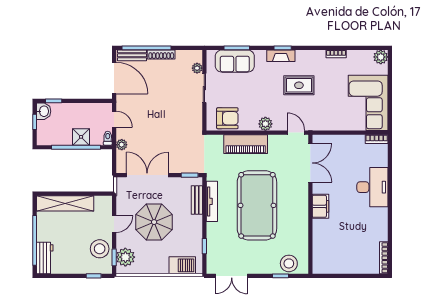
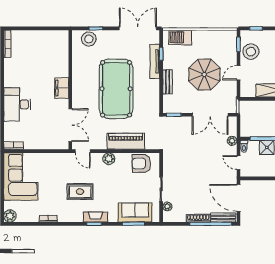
double door: (310, 163) -> (70, 125), swing flipped
bench: (197, 200) -> (168, 82), moved
tv unit: (212, 201) -> (155, 61), moved
plant: (125, 257) -> (229, 44), removed
double door: (232, 276) -> (138, 28), width x1.37

